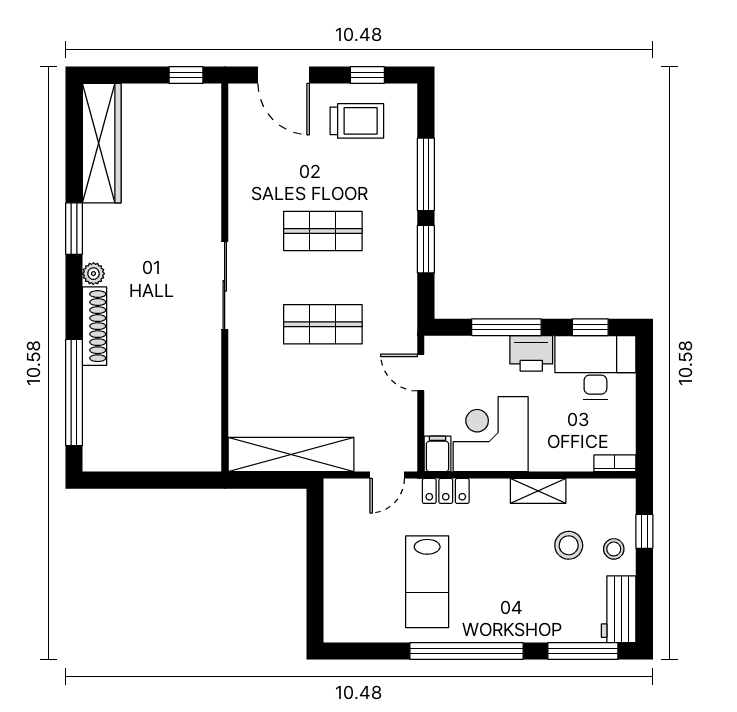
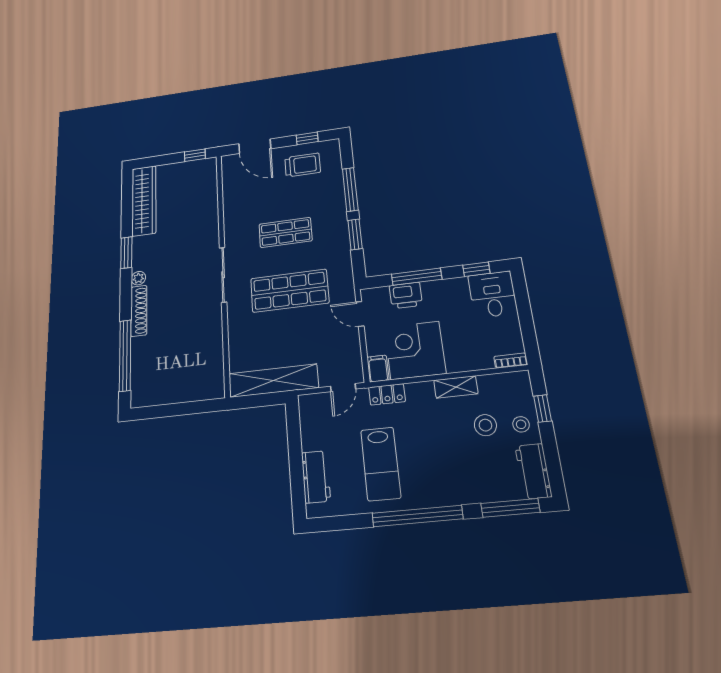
shop shelf: (323, 324) -> (290, 291), width x1.43, depth x1.36
printer: (531, 353) -> (406, 295), moved
desk: (595, 367) -> (493, 294), width x0.73
workbench: (340, 590) -> (316, 477), added

